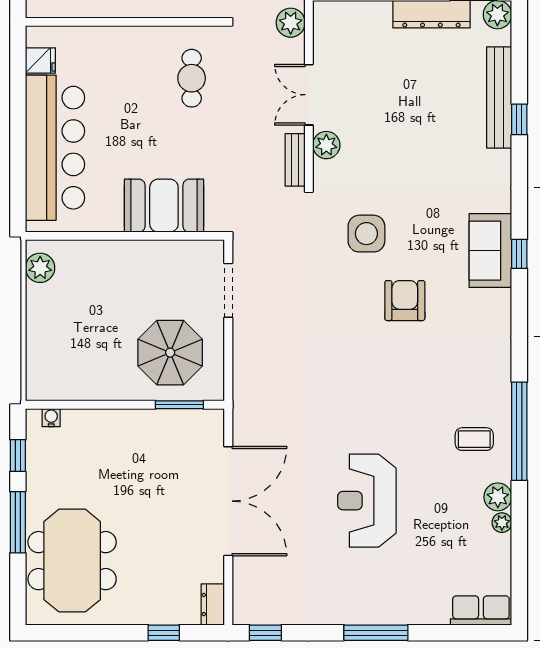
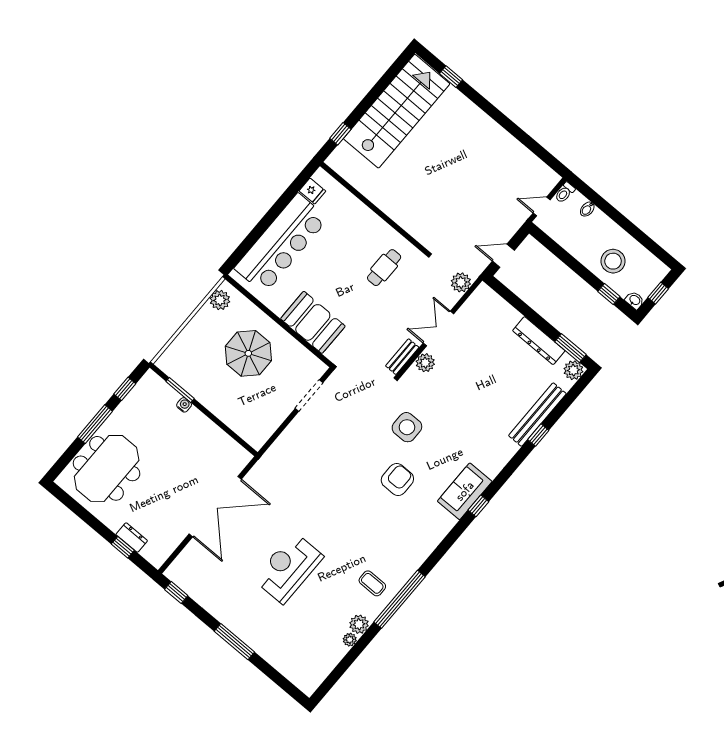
parasol: (170, 353) -> (248, 353), moved
window: (179, 405) -> (180, 390), moved
water cooler: (51, 418) -> (184, 405), moved
dresser: (213, 605) -> (132, 538), moved, turned 90
row of seats: (481, 611) -> (300, 677), removed

